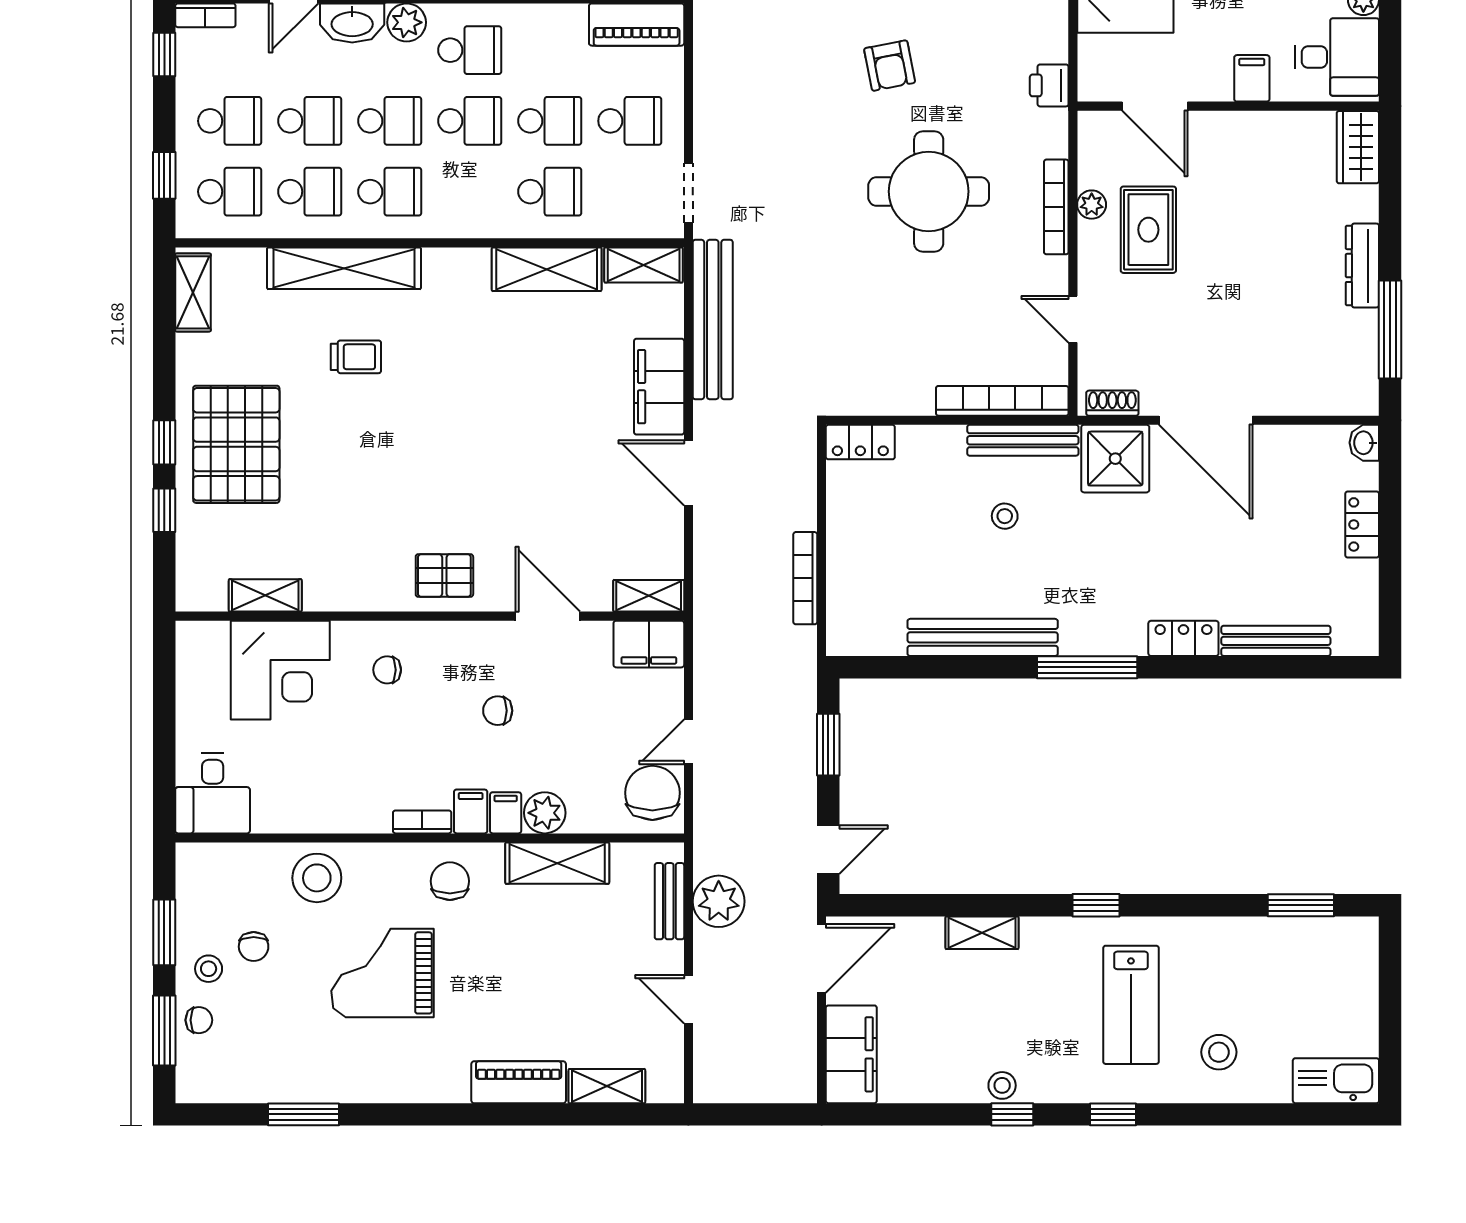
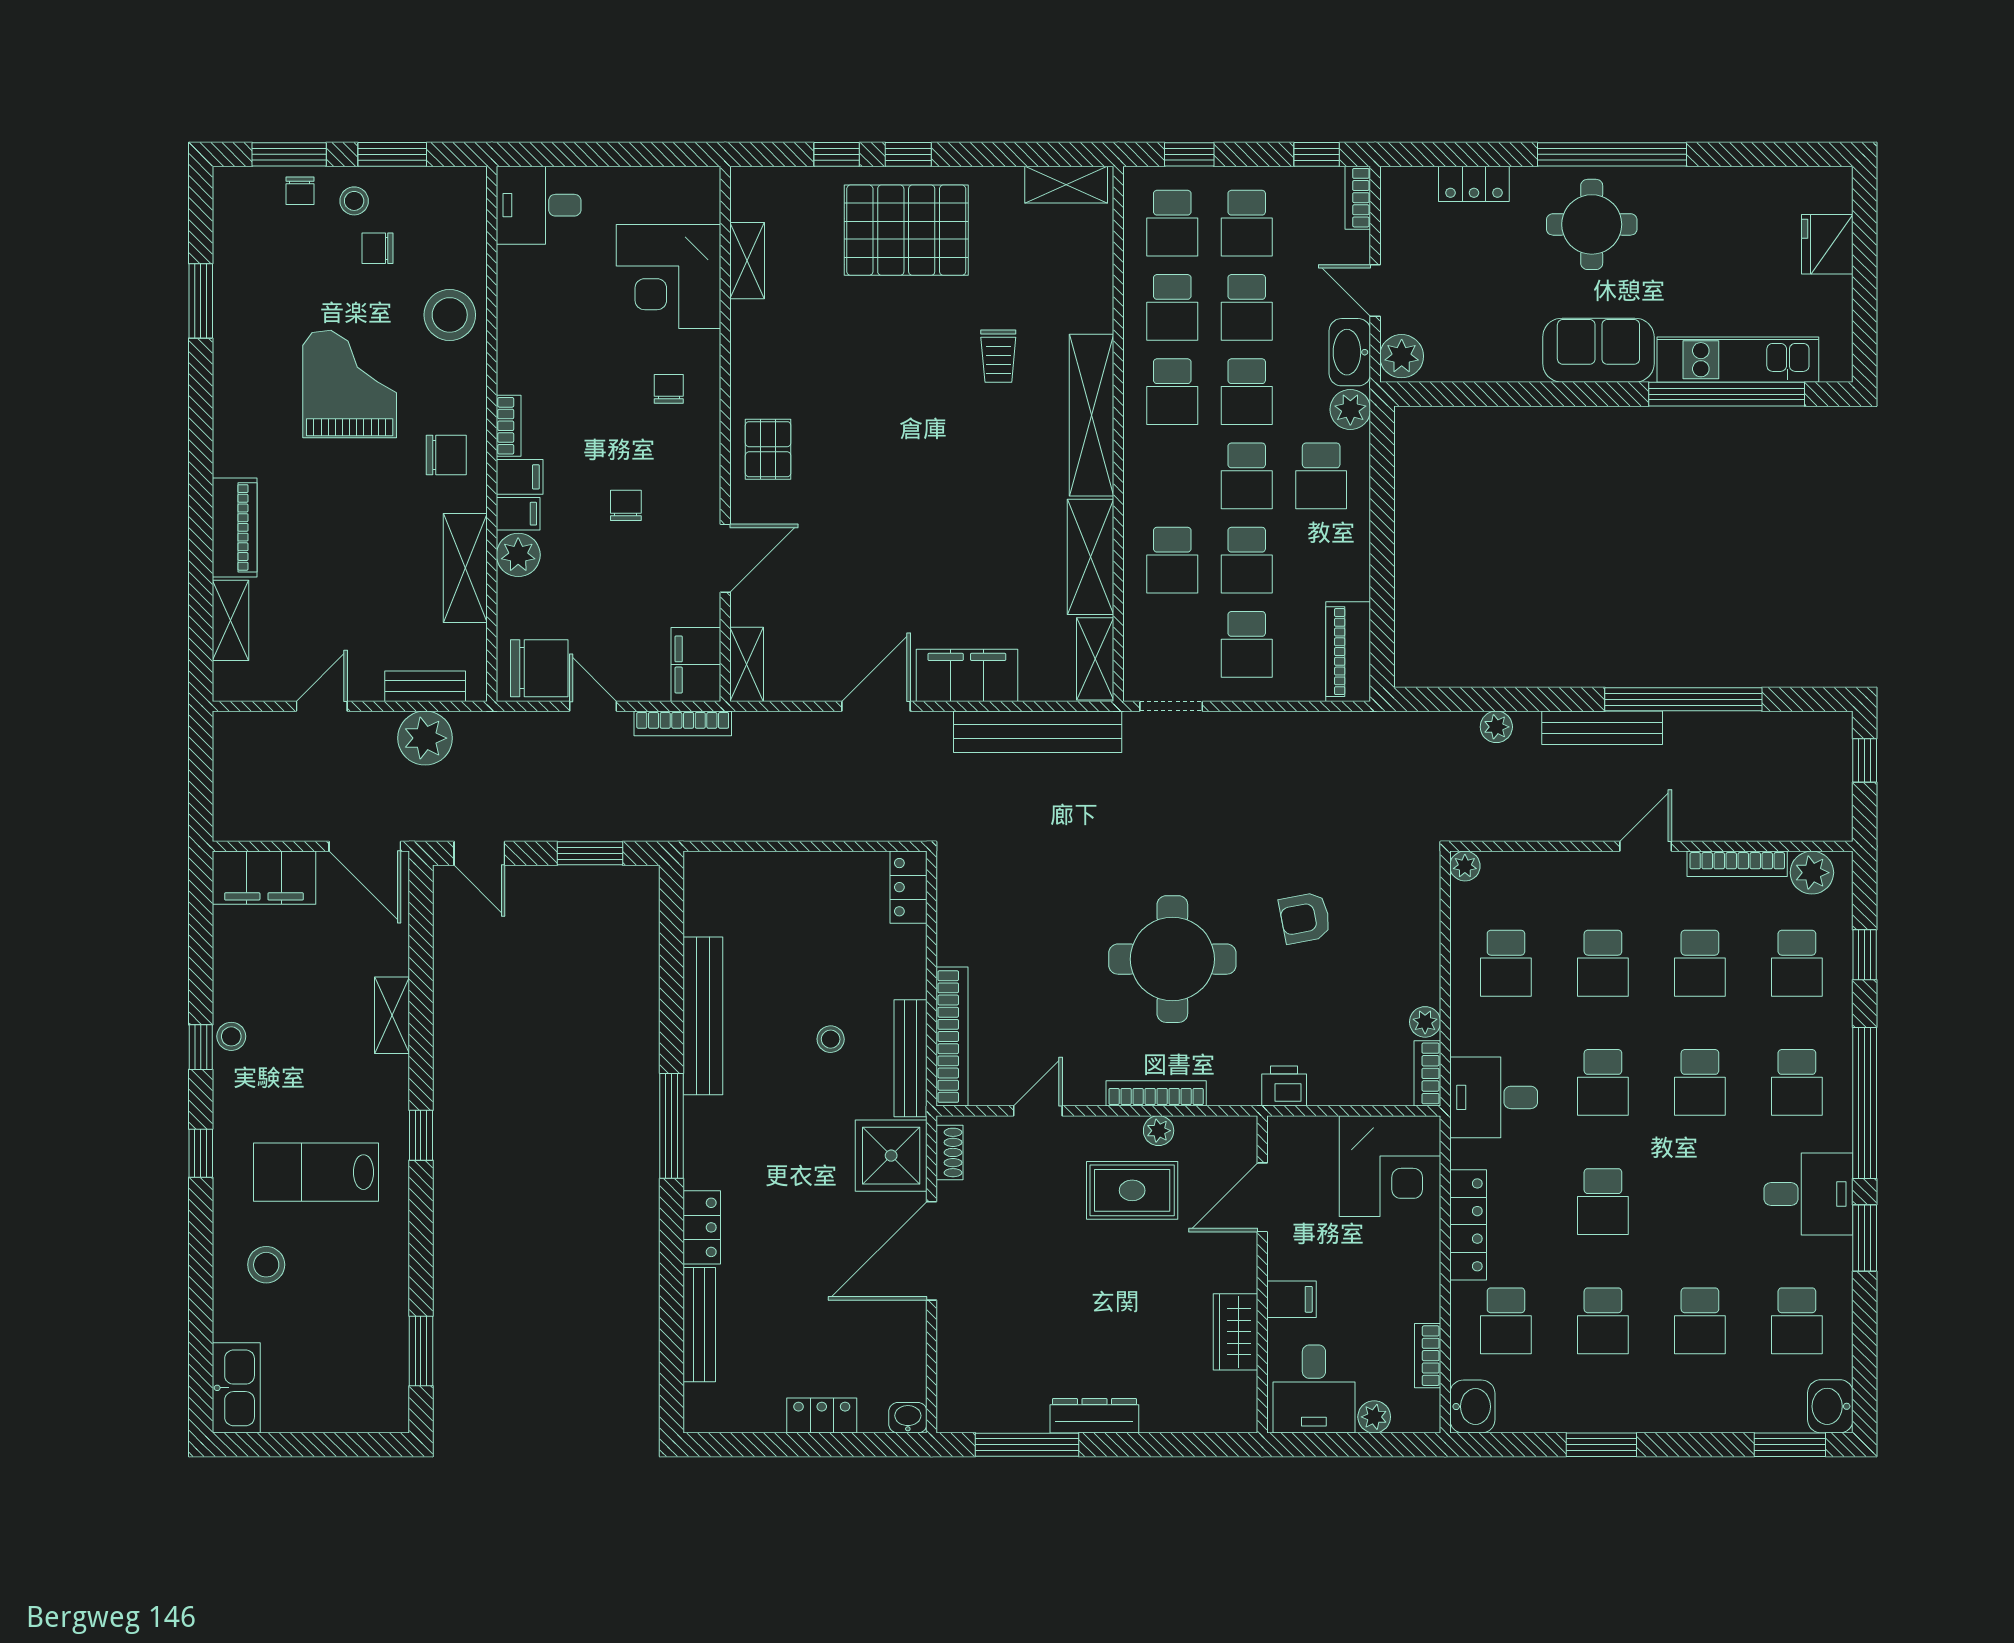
wardrobe: (1358, 147) -> (1235, 1332), moved, turned -90
shelving: (344, 268) -> (1092, 415), moved
bookcase: (805, 578) -> (683, 723), moved, turned 180

